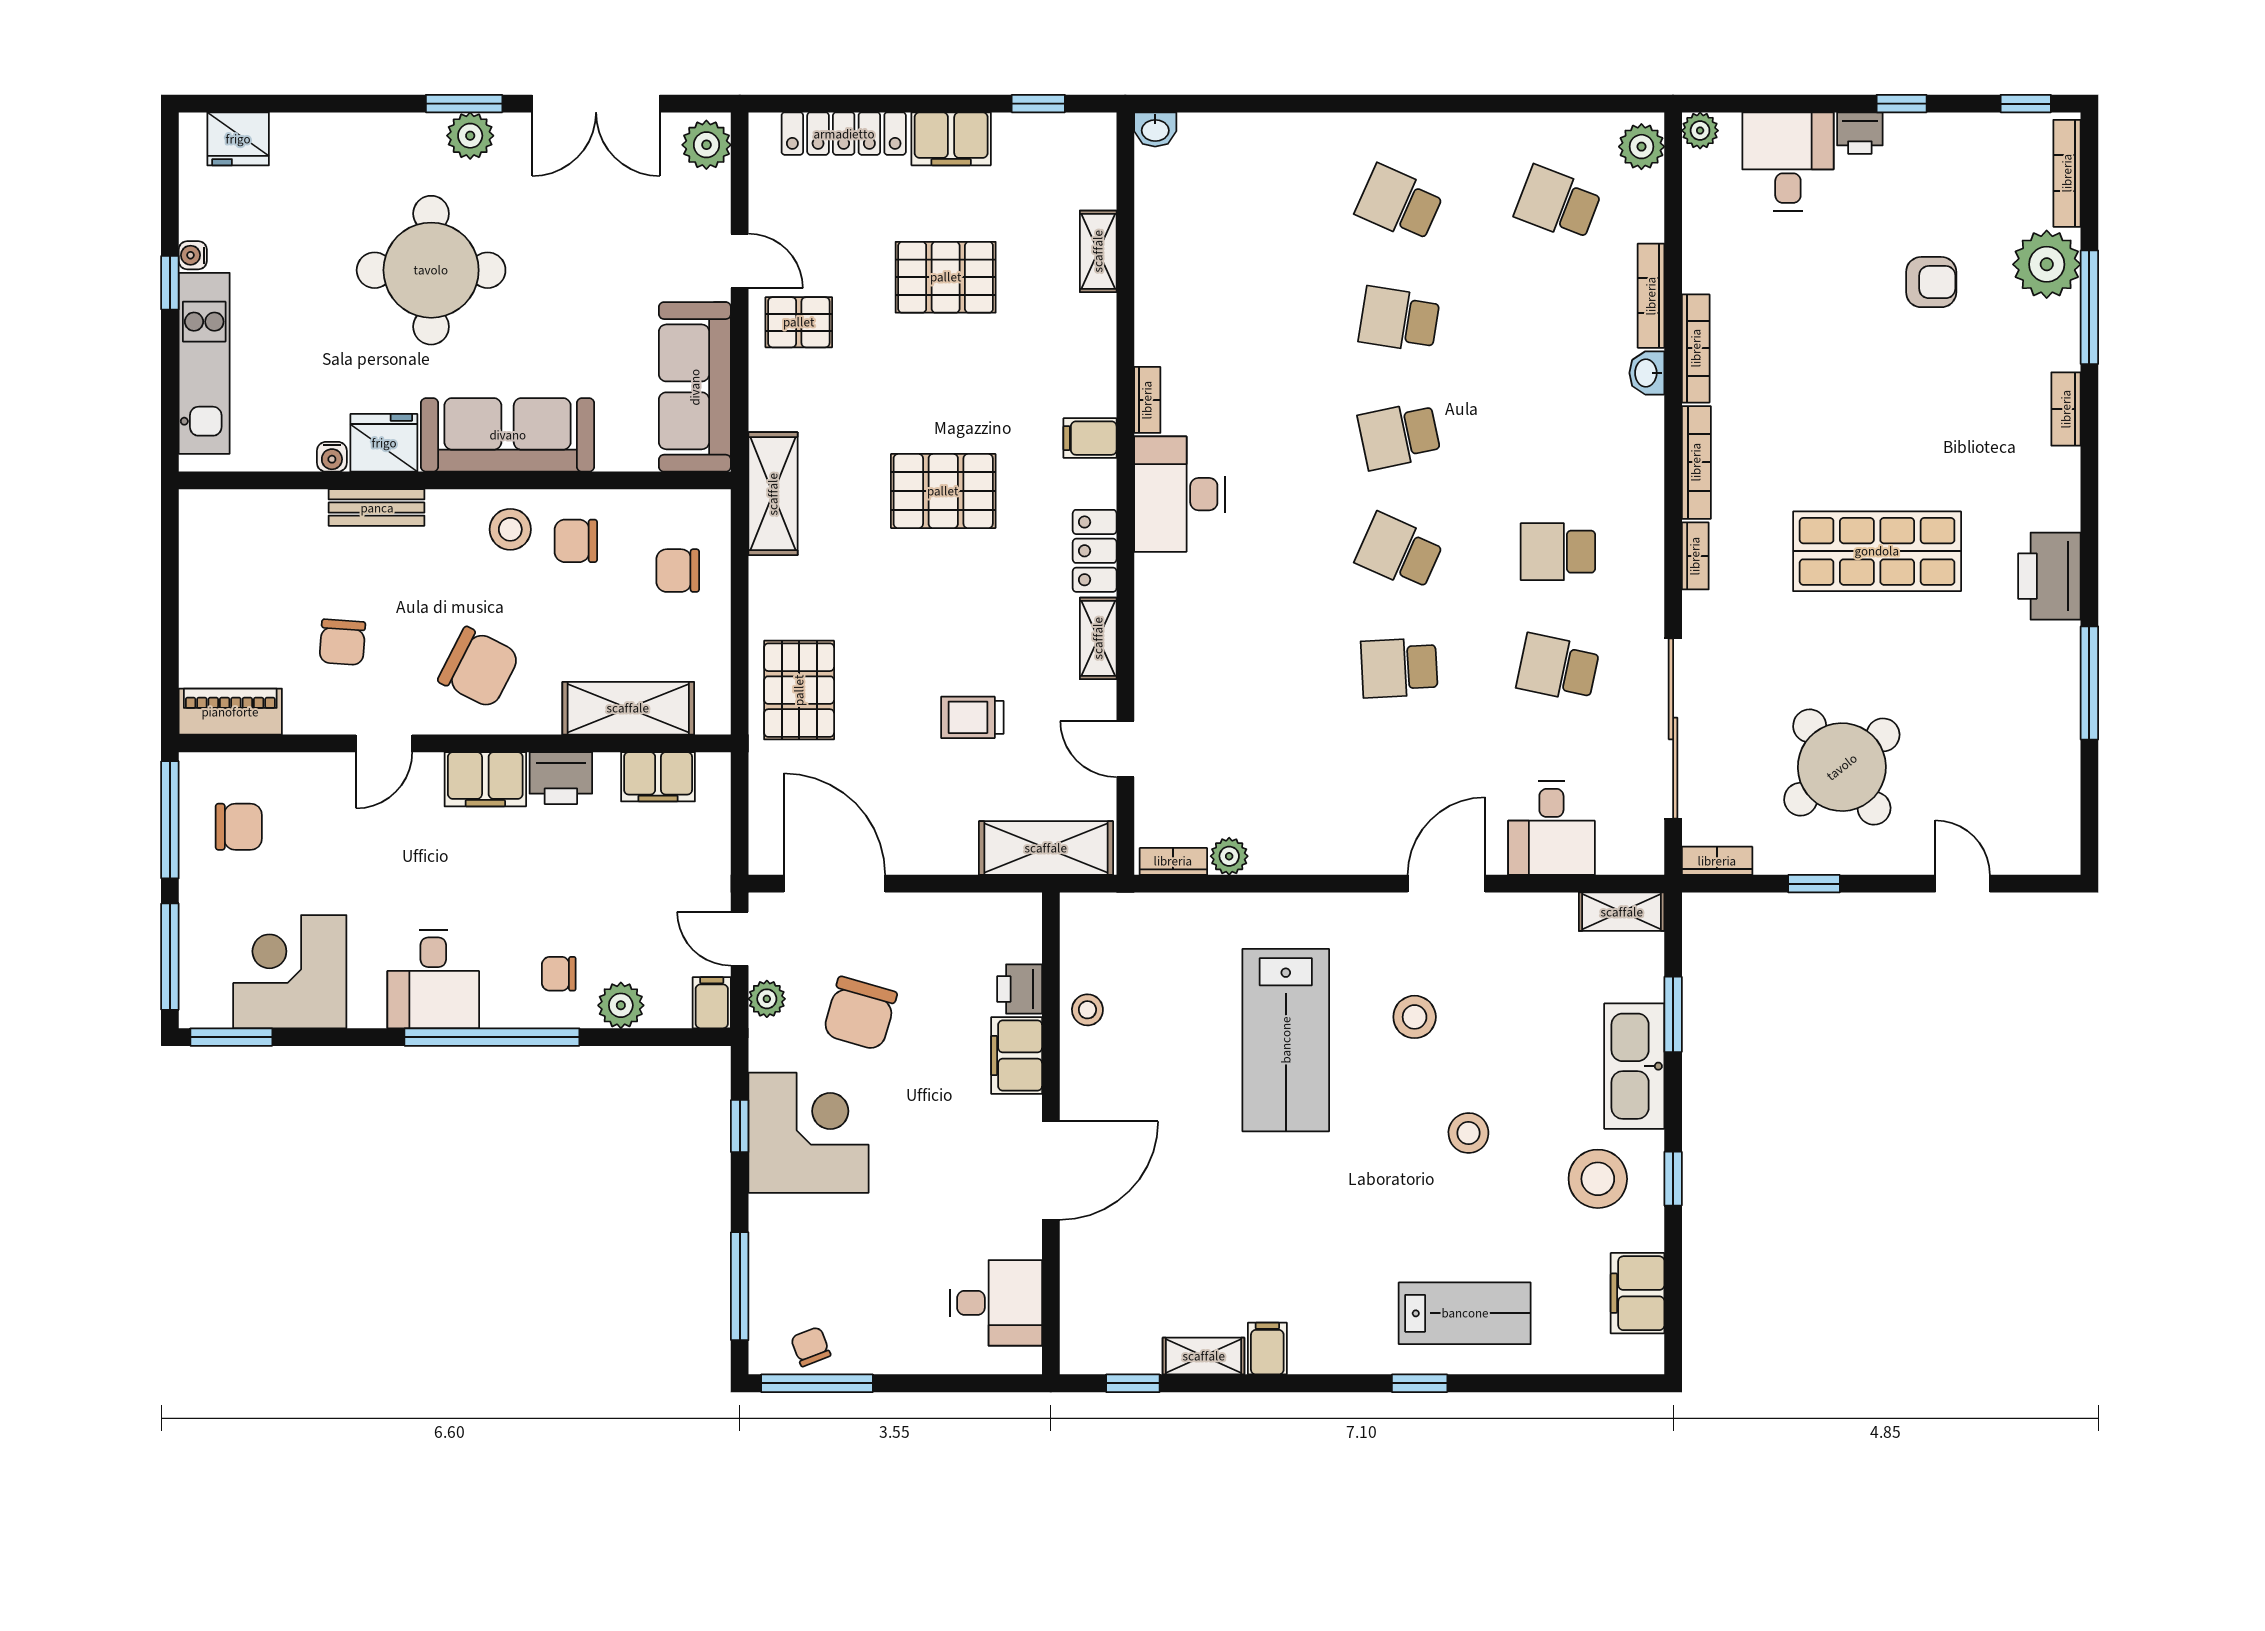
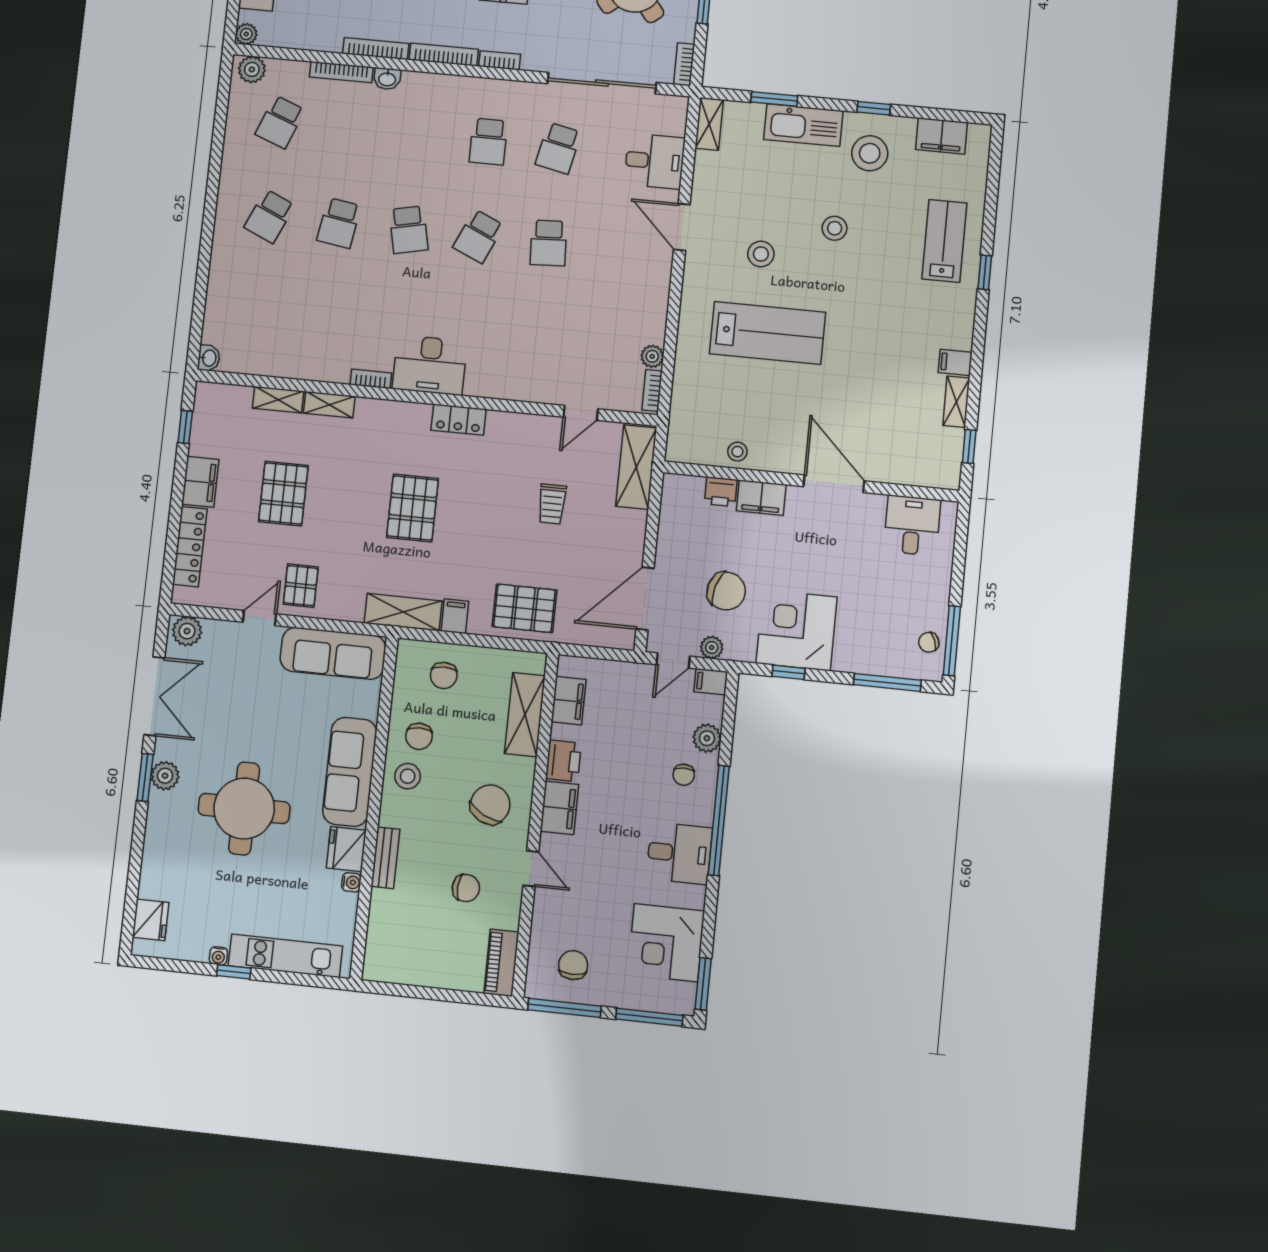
filing cabinet: (1090, 438) -> (455, 616), moved, turned 180
shelving: (1098, 638) -> (329, 405), moved

